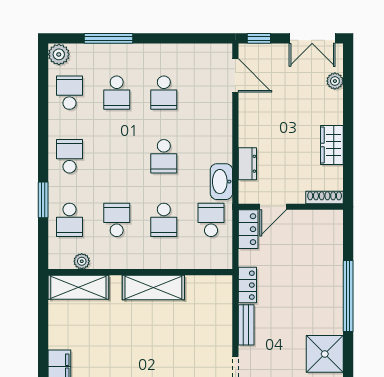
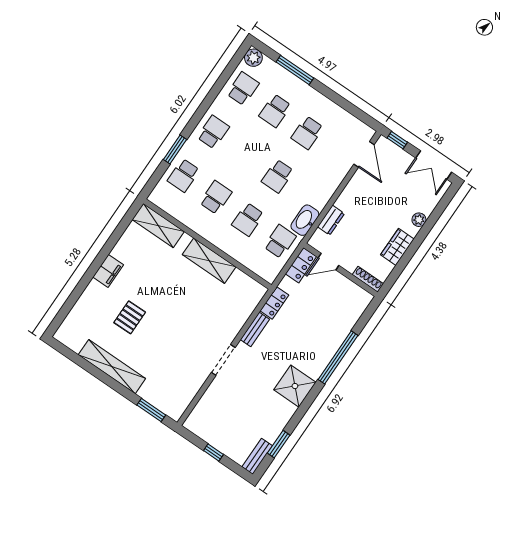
plant: (335, 81) -> (419, 220), moved
plant: (82, 261) -> (173, 209), removed

